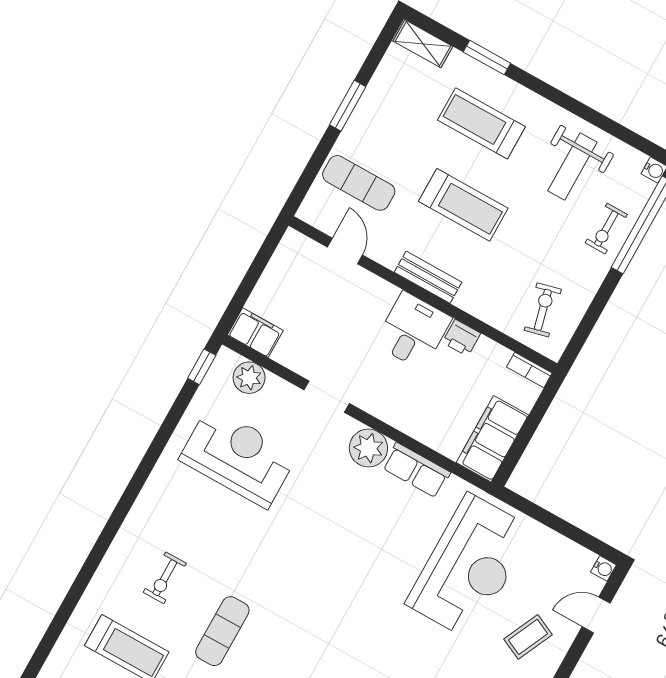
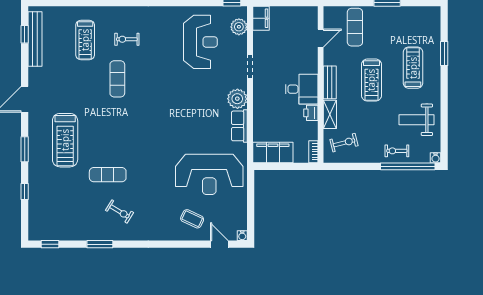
shelving: (423, 44) -> (330, 114), moved
exercise mat: (222, 631) -> (117, 79), turned 90

